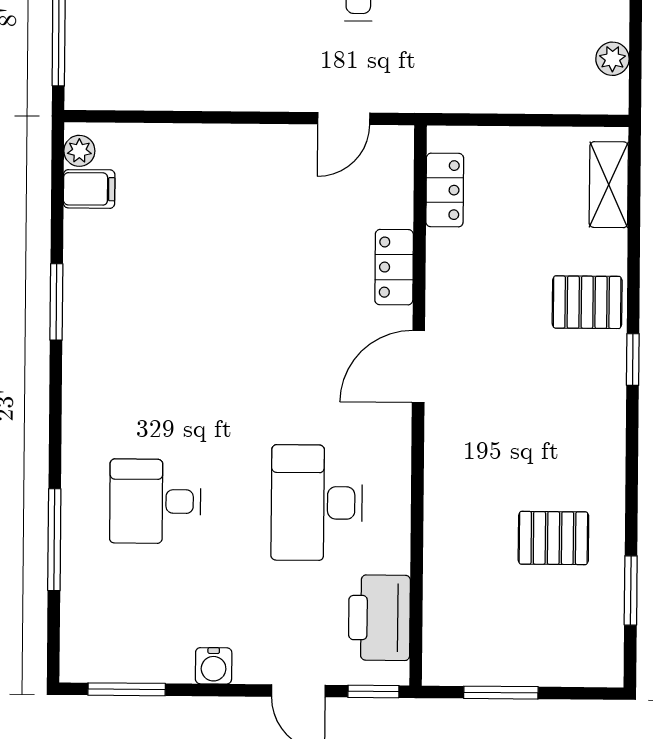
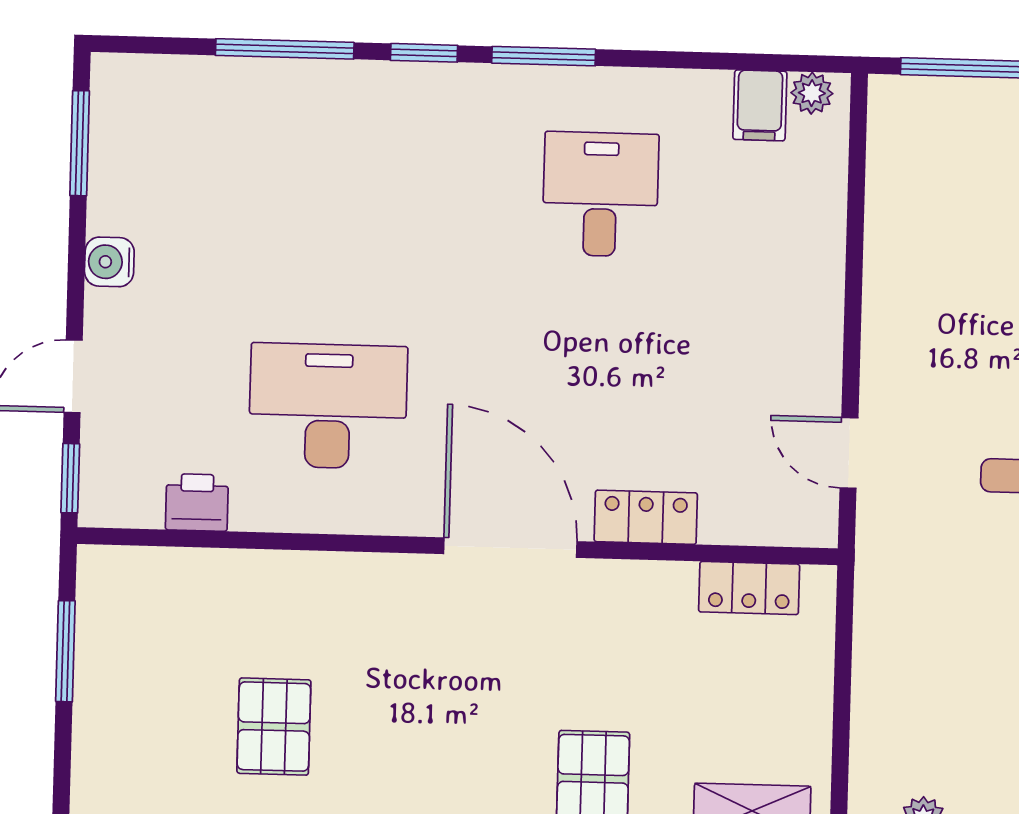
window: (56, 302) -> (544, 56), moved
door: (418, 367) -> (510, 548), width x1.36
window: (55, 437) -> (424, 53), added
desk: (155, 501) -> (600, 194), moved
printer: (379, 618) -> (197, 502), width x0.53, depth x0.68

